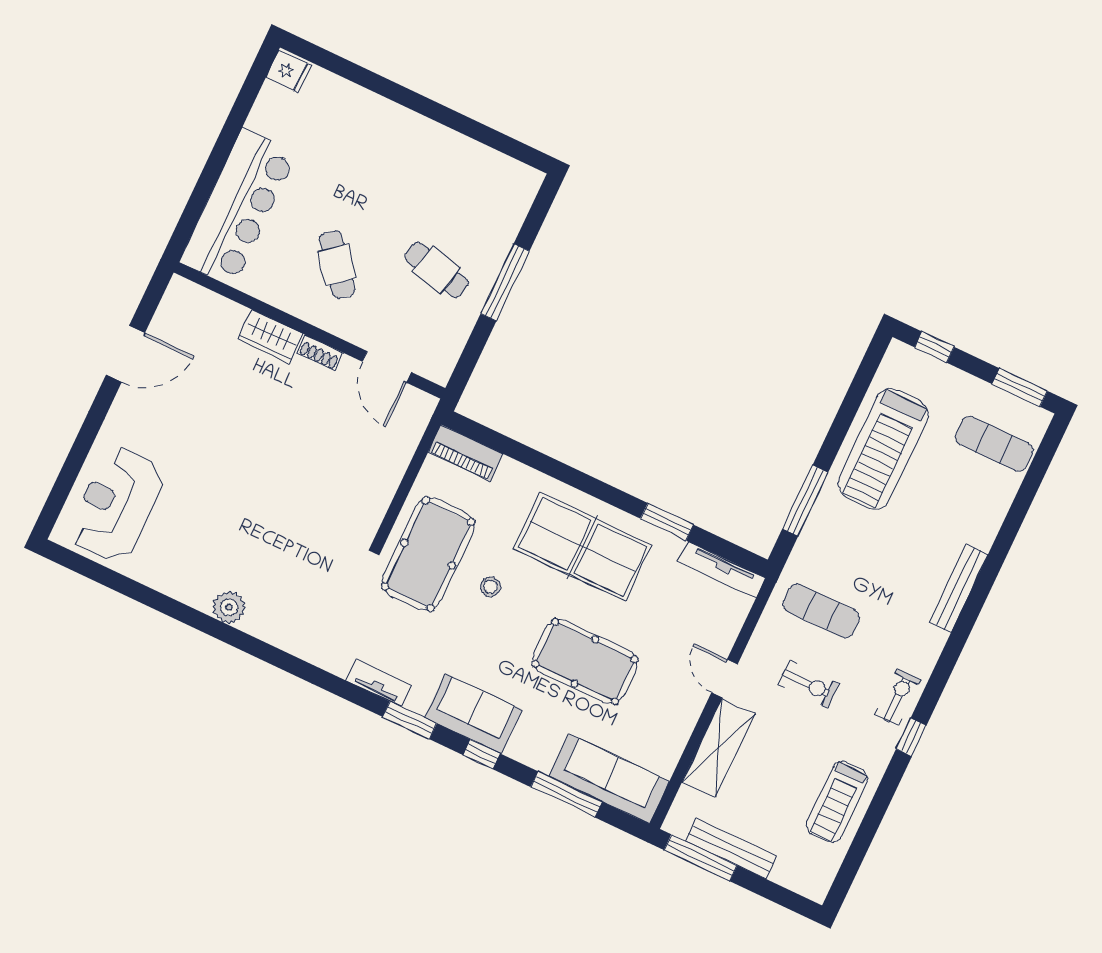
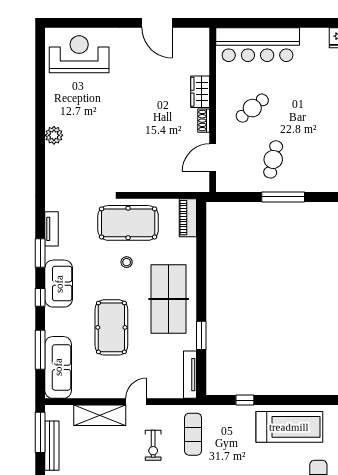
treadmill: (883, 449) -> (289, 427), turned 180
window: (805, 501) -> (245, 400), width x0.46

